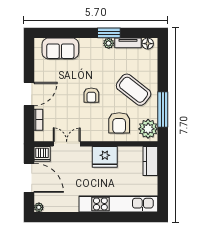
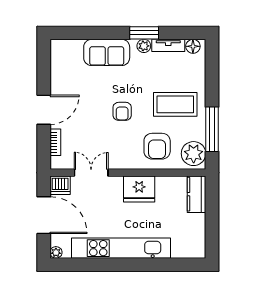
sofa: (60, 48) -> (107, 52), moved
coffee table: (134, 90) -> (175, 104), turned -38
kitchen unit: (118, 204) -> (121, 248), moved

